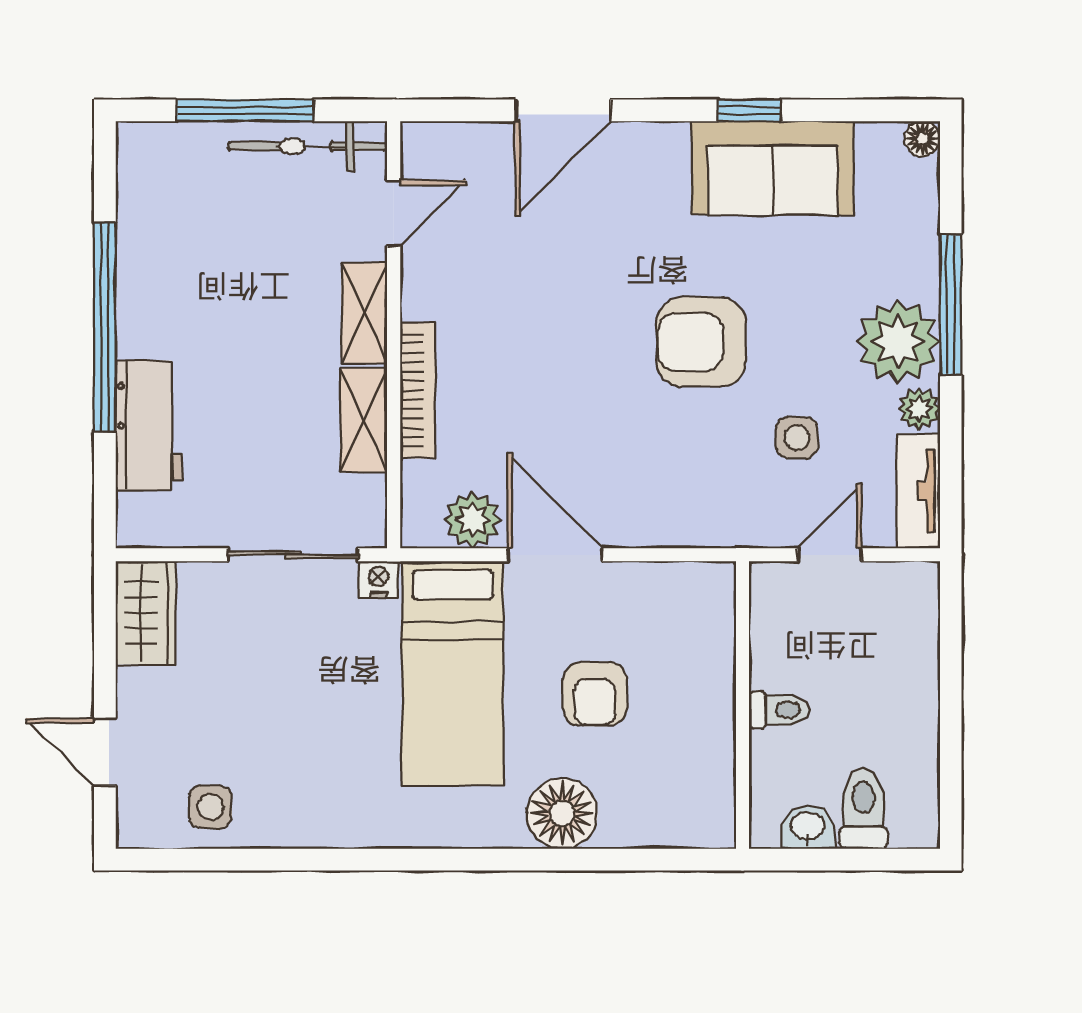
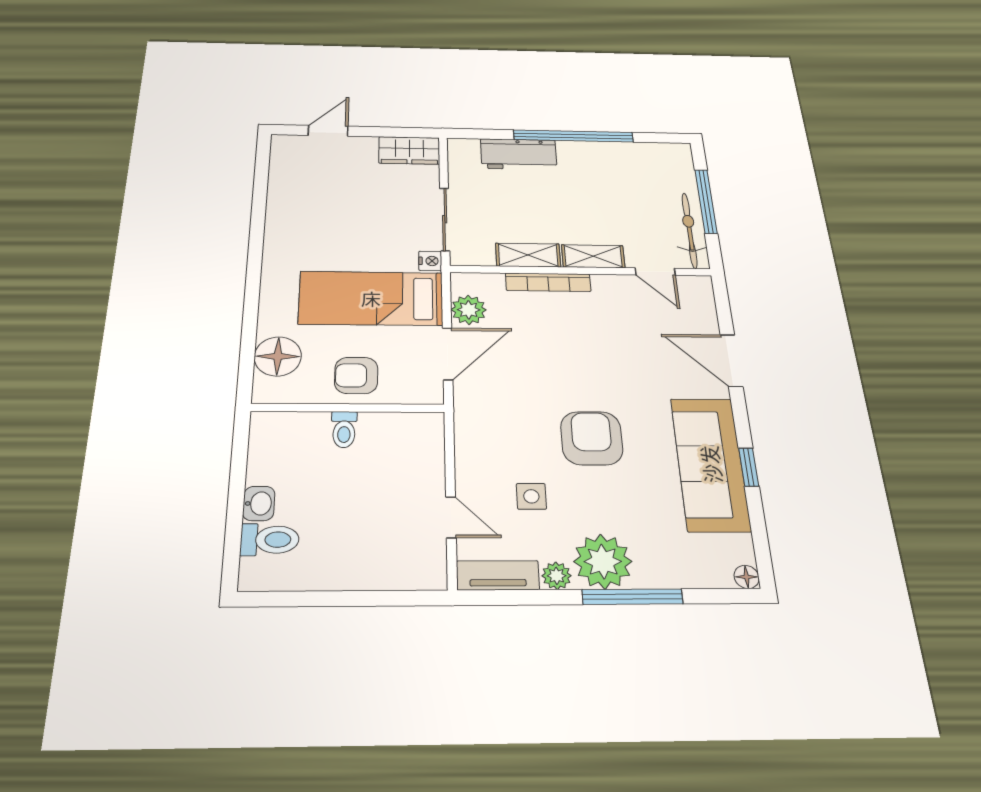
sofa: (773, 168) -> (710, 464), width x1.36
wall: (743, 705) -> (348, 408), moved
toilet: (779, 710) -> (344, 429), moved
side table: (210, 807) -> (293, 178), removed

